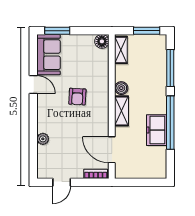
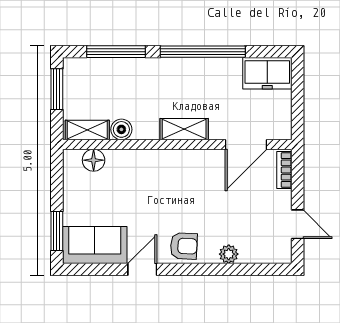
floor lamp: (102, 41) -> (94, 160), moved
boiler: (121, 88) -> (121, 129), moved
armchair: (77, 97) -> (184, 246), moved
freezer: (157, 130) -> (267, 73), moved

